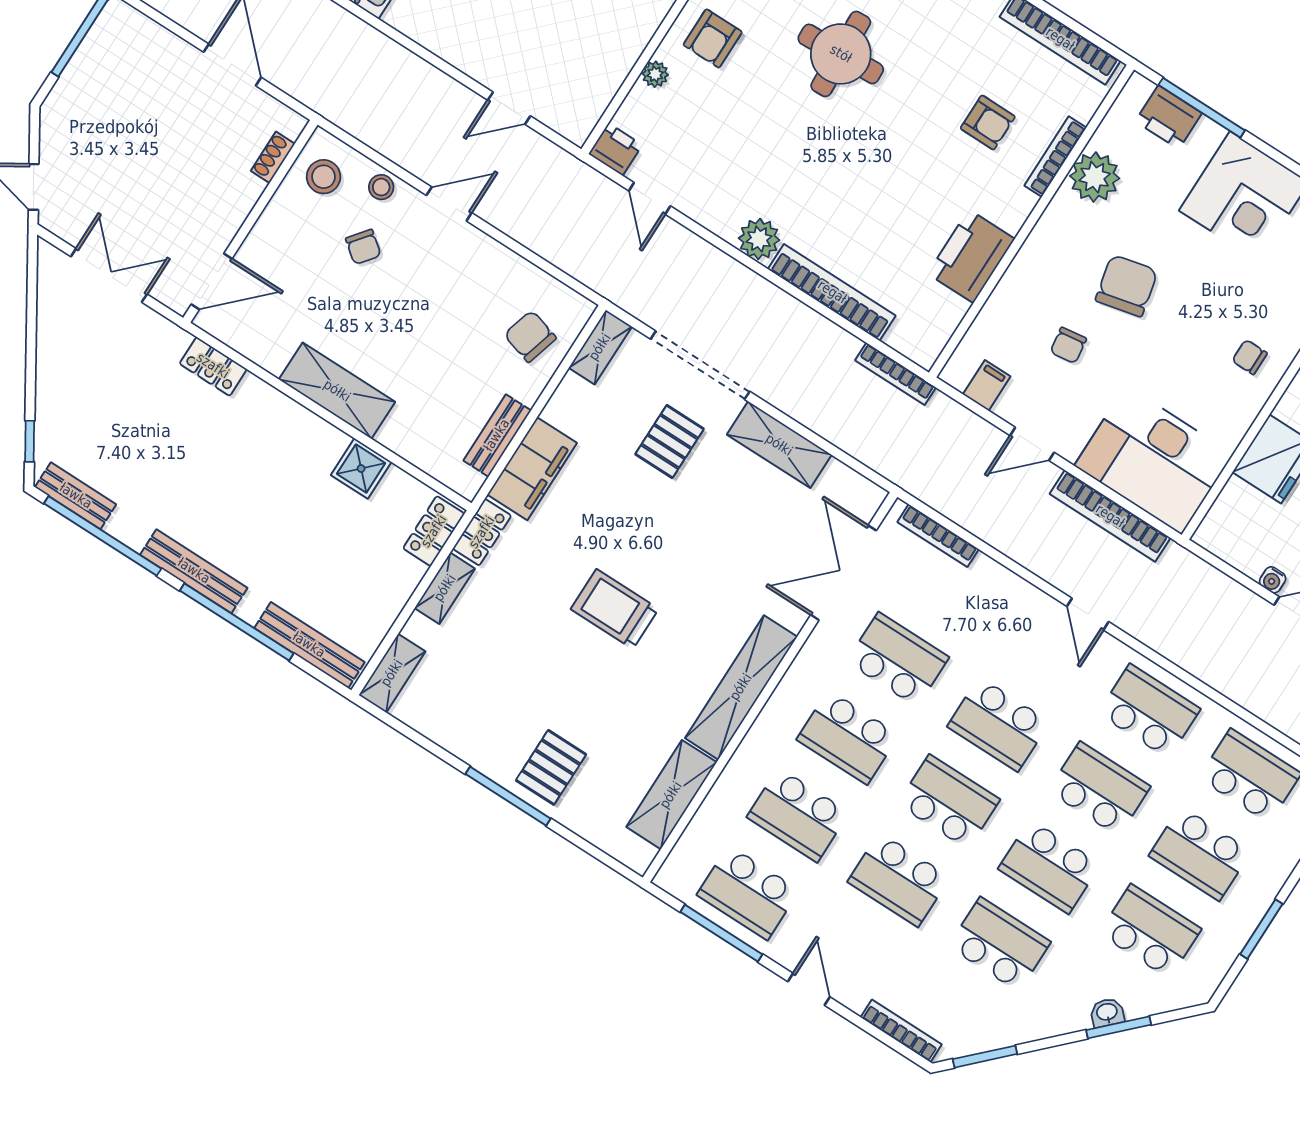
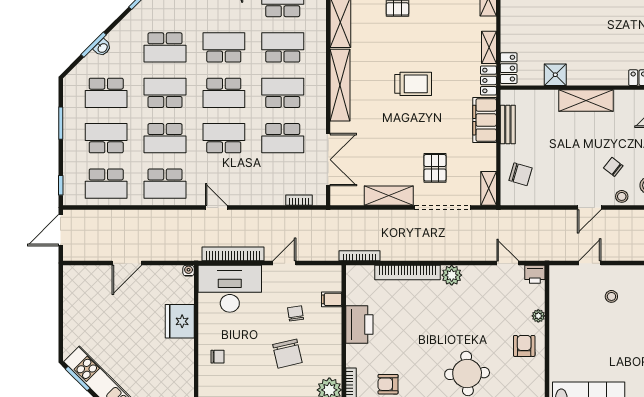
stool: (509, 27) -> (611, 296), added
filing cabinet: (987, 385) -> (332, 299), moved, turned 90
bookcase: (938, 536) -> (299, 200), width x0.64
water cooler: (1273, 580) -> (189, 271), moved

